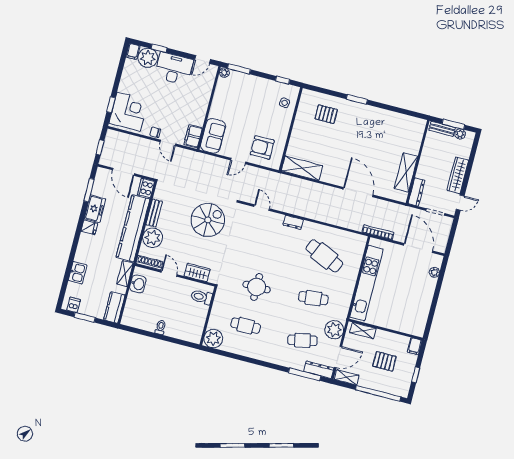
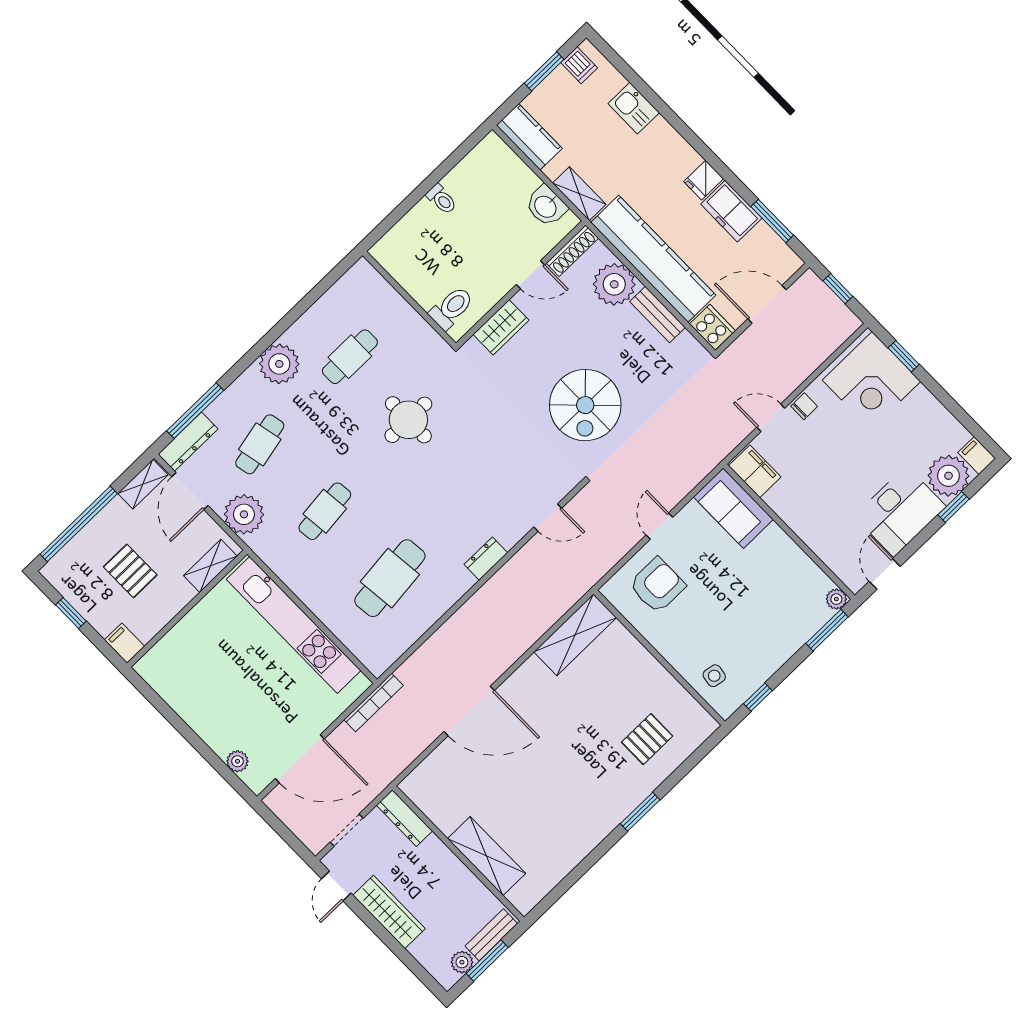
shelving: (406, 172) -> (487, 856), moved
cafe table: (324, 256) -> (390, 578), turned -30
plant: (213, 339) -> (279, 364), moved
pallet: (384, 361) -> (130, 571), turned 90

